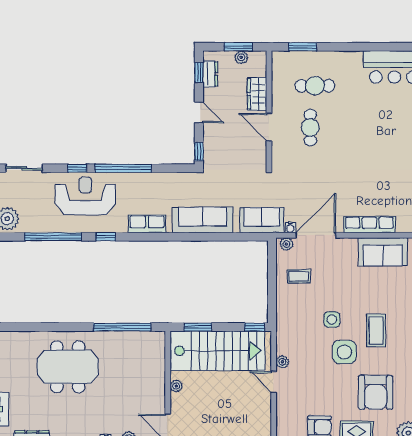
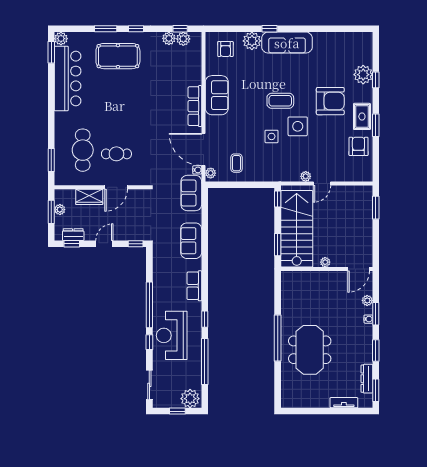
cafe table: (315, 86) -> (83, 150), width x1.37, depth x1.35
sofa: (203, 220) -> (191, 241), width x0.73
window: (122, 327) -> (278, 338), moved

